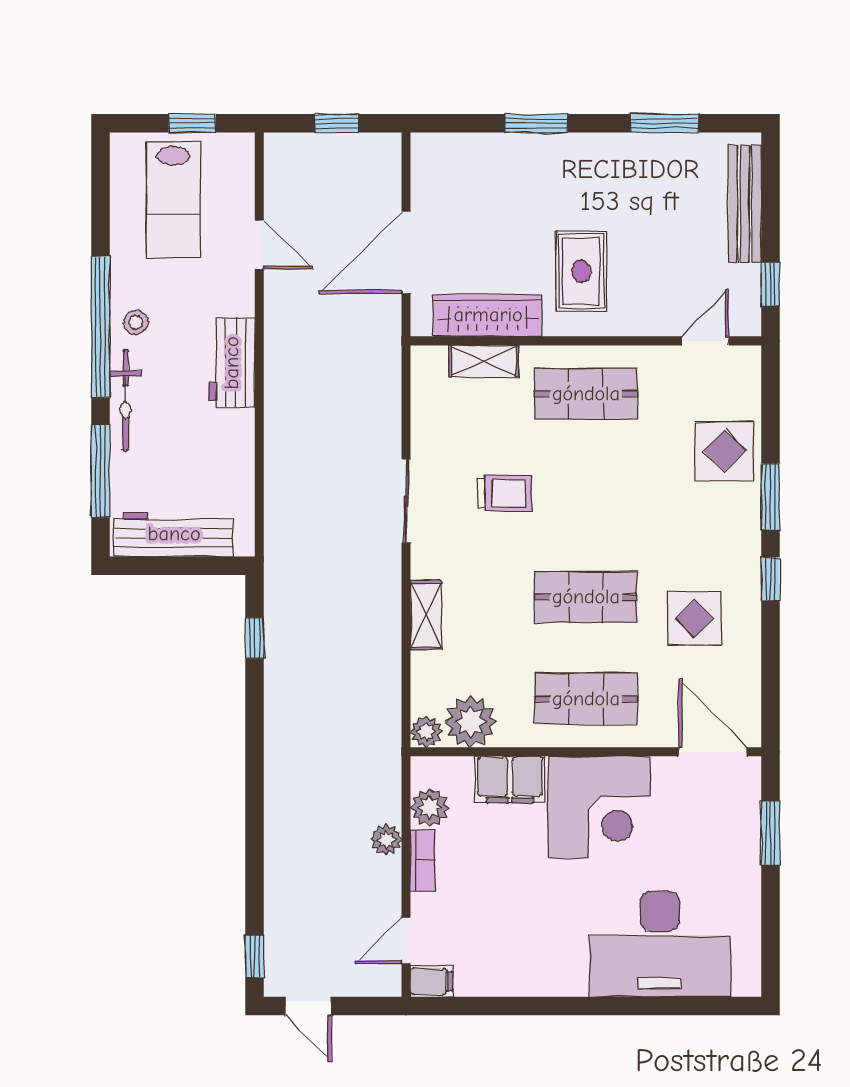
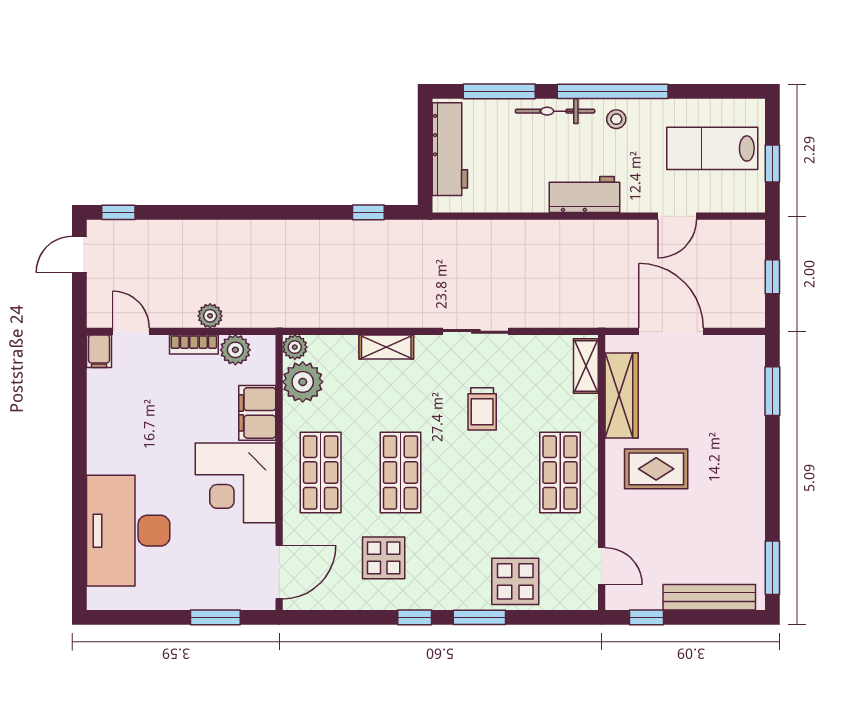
window: (536, 123) -> (772, 391), moved
window: (664, 123) -> (772, 568), moved
shelving: (484, 361) -> (586, 366), moved

